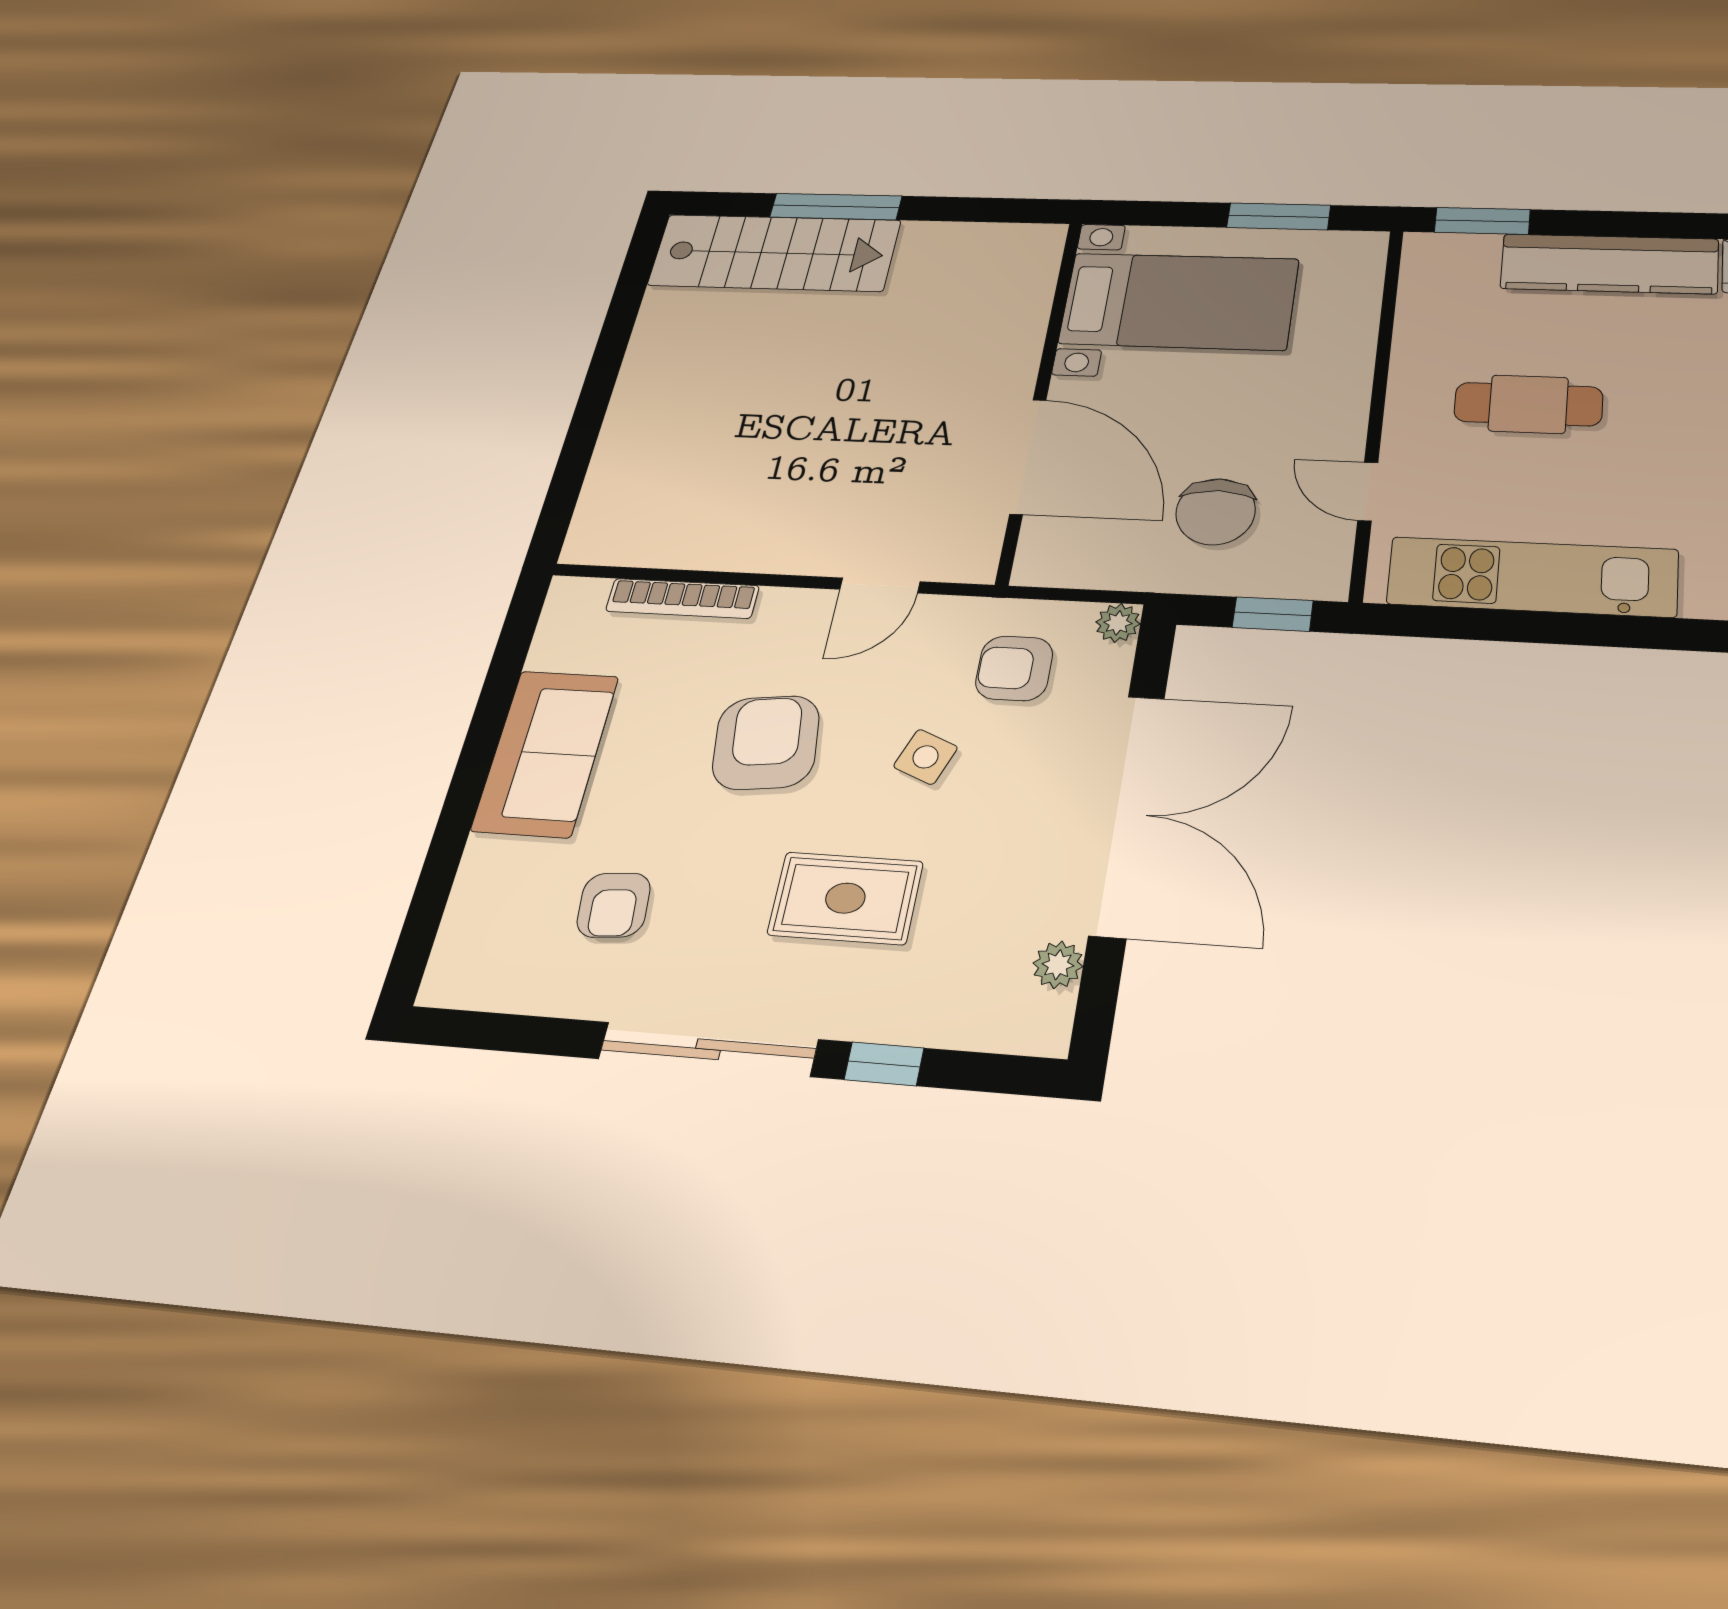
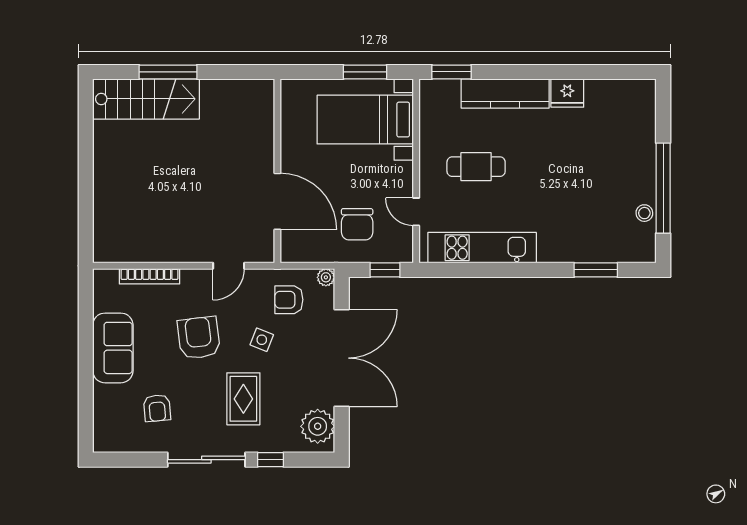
bed with nightstands: (1179, 301) -> (365, 120), moved, turned 180
rug: (845, 898) -> (243, 399), turned 90
plant: (1058, 965) -> (318, 426), width x1.88, depth x1.88

